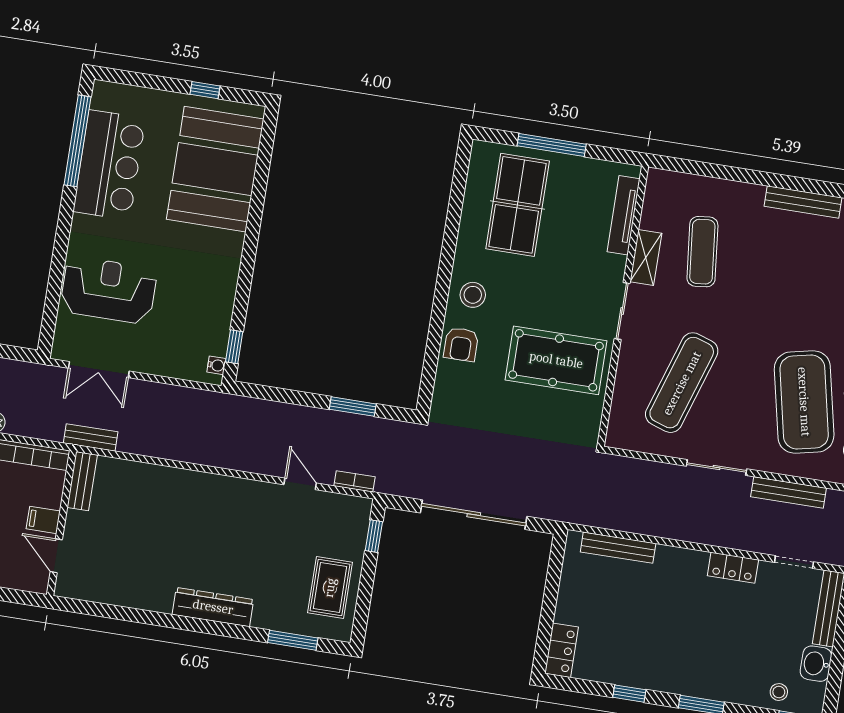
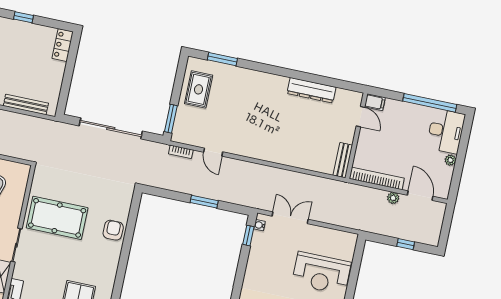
stool: (473, 295) -> (105, 259), removed
double door: (99, 370) -> (290, 218), moved
window: (353, 407) -> (204, 202), moved
bench: (91, 437) -> (336, 186), removed
filing cabinet: (43, 520) -> (375, 102), moved
window: (374, 536) -> (171, 119), width x1.50
dresser: (213, 607) -> (311, 90), moved

